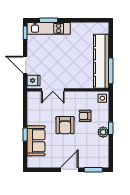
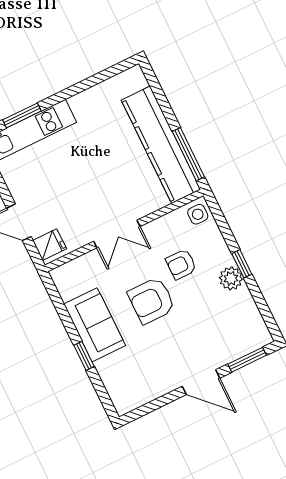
double door: (53, 90) -> (117, 234), moved
armchair: (65, 125) -> (151, 301), turned 90
sofa: (36, 141) -> (95, 325), moved
door: (69, 170) -> (201, 382), swing flipped

